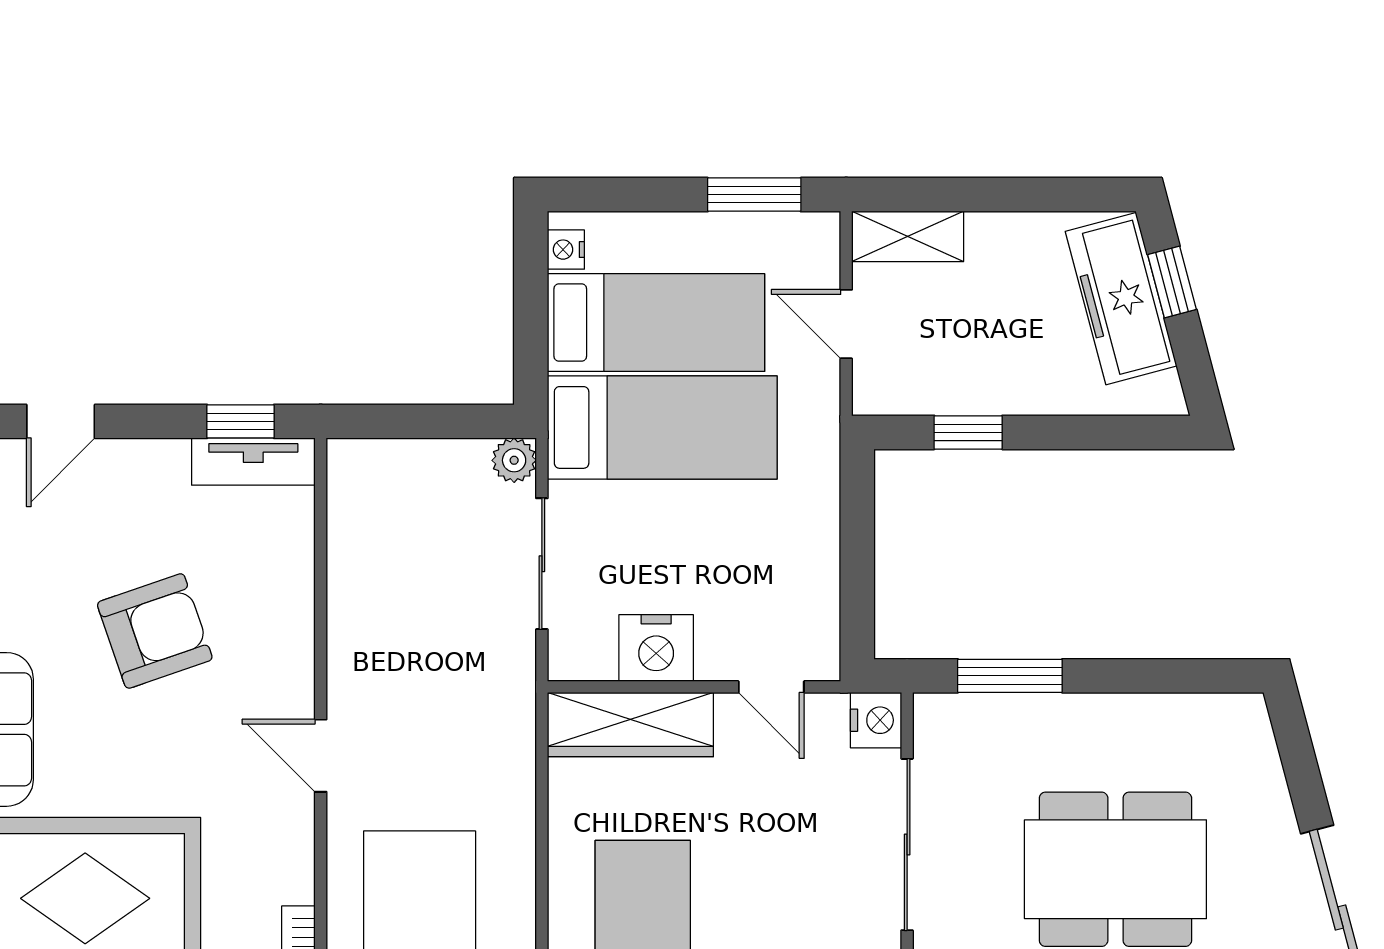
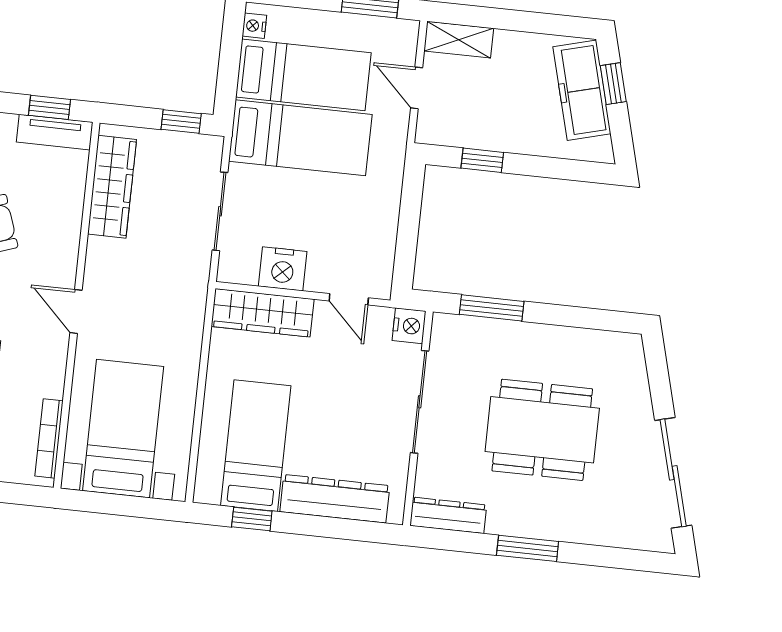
window: (461, 421) -> (181, 121), added
plant: (514, 460) -> (210, 148), removed
wardrobe: (358, 542) -> (112, 187), added

